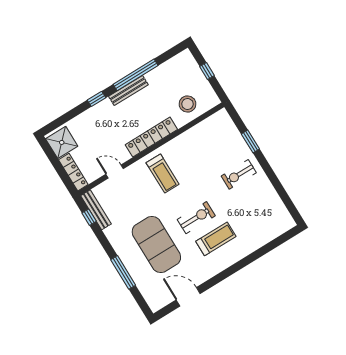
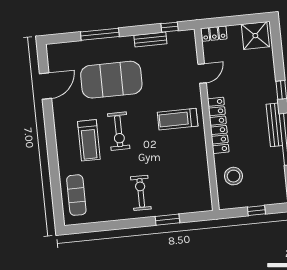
locker: (73, 172) -> (214, 34), width x0.66
bench: (96, 210) -> (150, 40), moved, width x0.73
exercise mat: (267, 227) -> (76, 195), added

